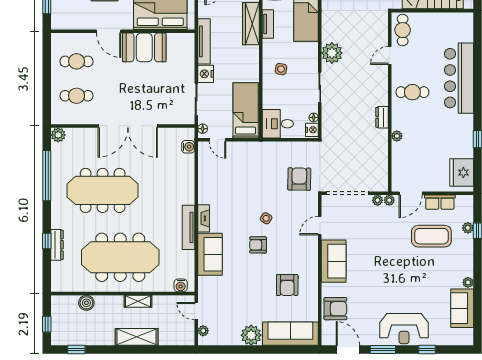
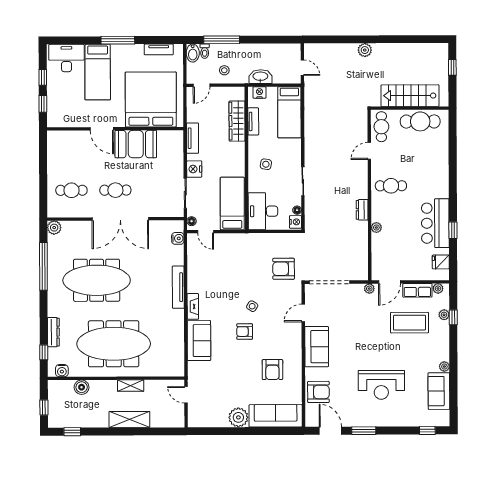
cafe table: (443, 25) -> (420, 121), added
tv unit: (204, 41) -> (193, 138), width x0.71
plant: (332, 53) -> (314, 149), removed
cafe table: (77, 61) -> (115, 190), moved
bar counter: (459, 78) -> (435, 223), moved, width x0.73
desk: (278, 124) -> (263, 211), width x1.37
fridge: (462, 172) -> (441, 262), width x0.53, depth x0.75
armchair: (299, 179) -> (284, 269), turned -91
plant: (378, 200) -> (438, 288), moved
tv unit: (188, 227) -> (178, 287), moved
window: (47, 241) -> (44, 352), moved
water cooler: (181, 285) -> (62, 371), moved
reception desk: (404, 329) -> (381, 385), moved
plant: (203, 331) -> (193, 413), removed
window: (427, 350) -> (427, 430), moved

